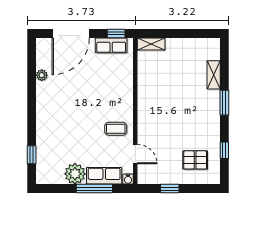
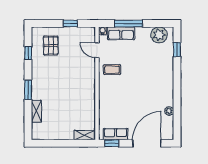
pallet: (195, 160) -> (51, 46), turned 90
plant: (75, 174) -> (159, 35), moved

